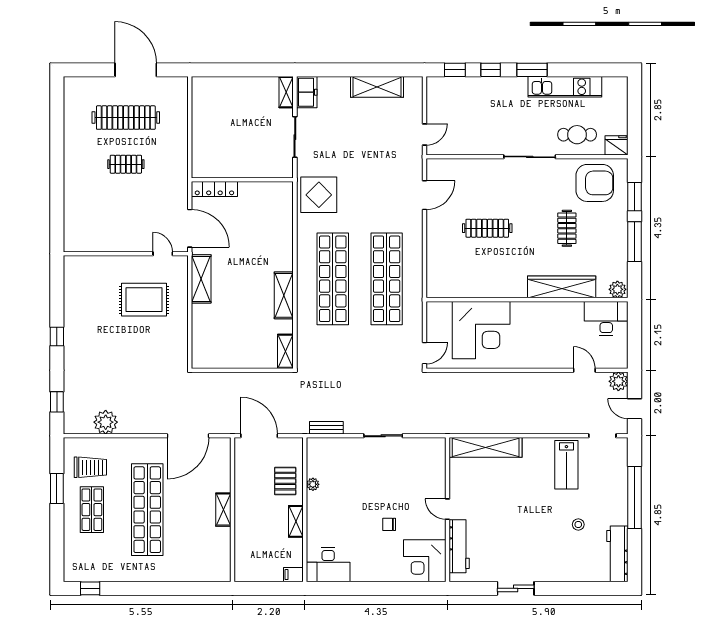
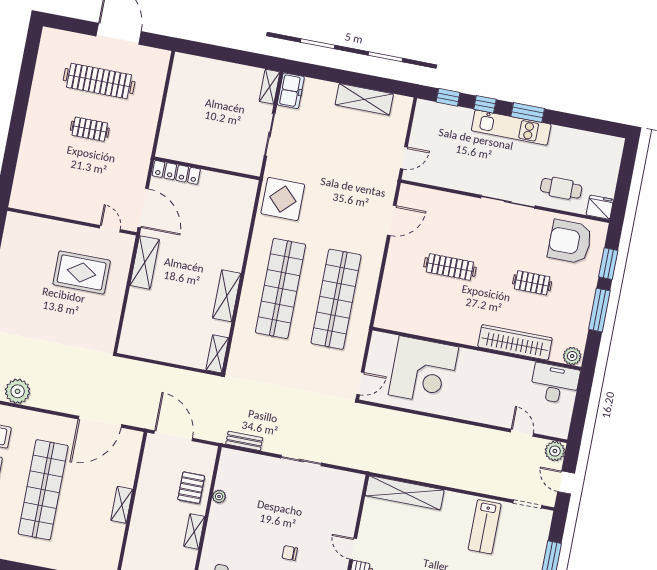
kitchen unit: (565, 87) -> (511, 127), moved
armchair: (595, 183) -> (570, 242), turned 180
clothes rail: (567, 228) -> (532, 283), turned 90

